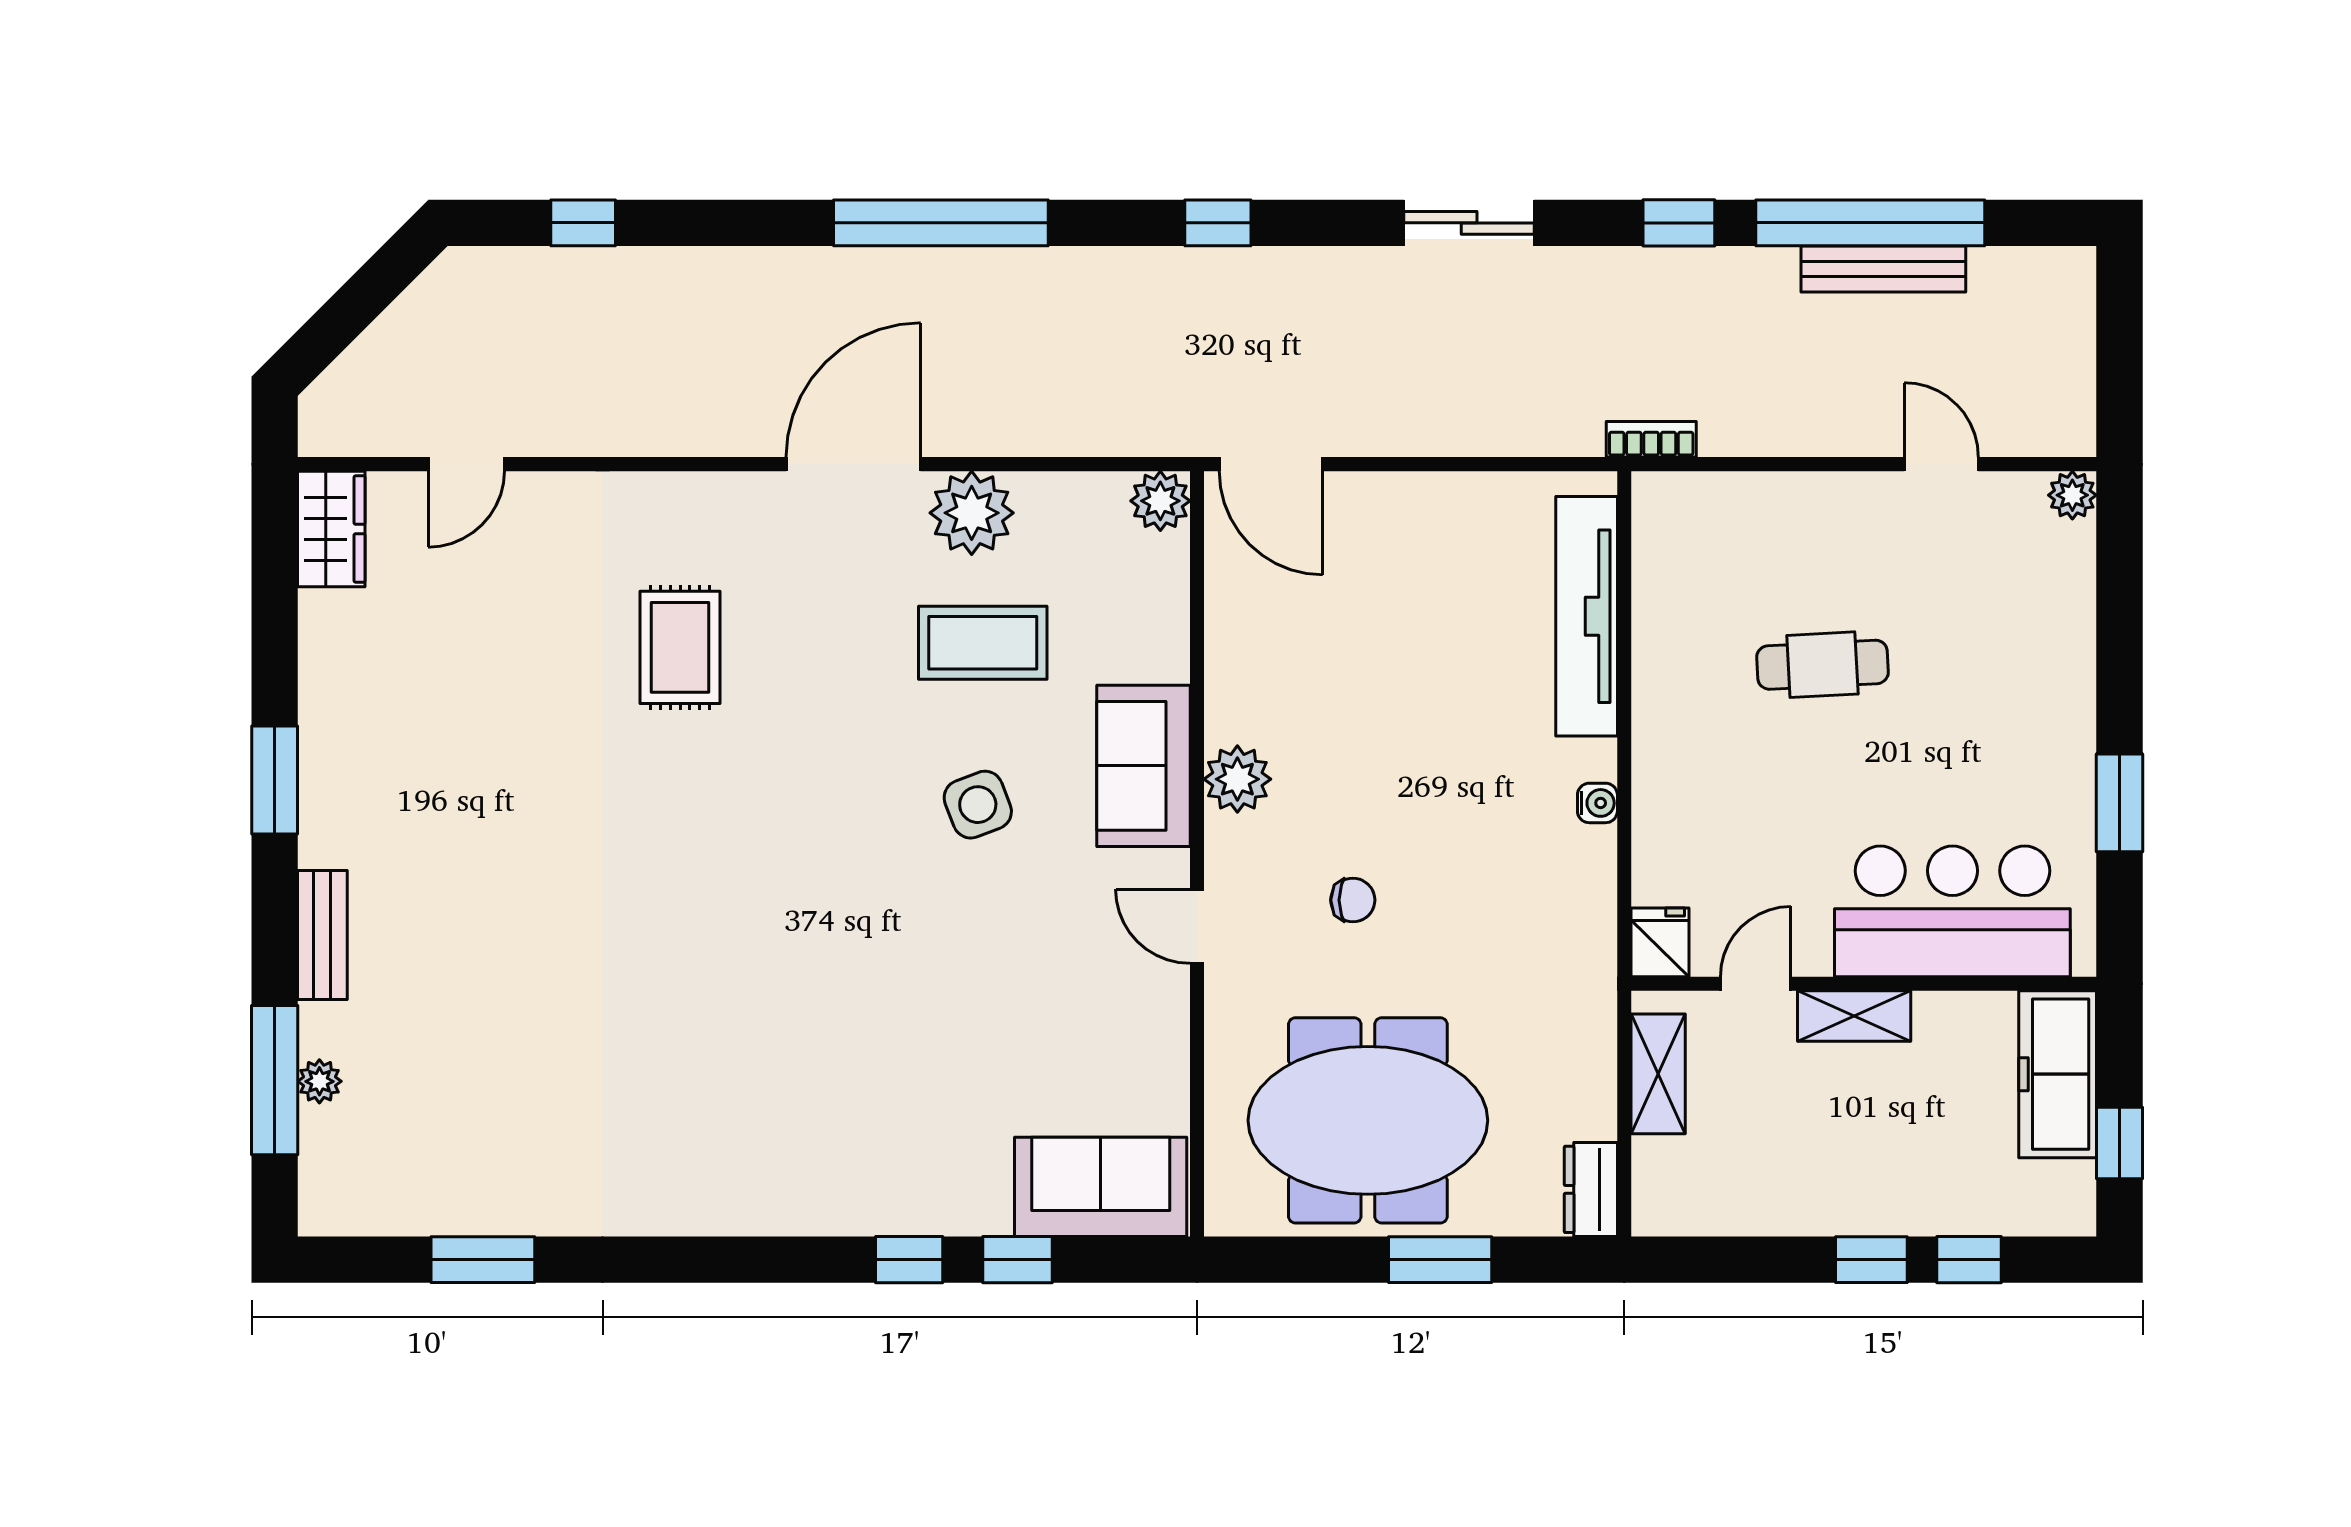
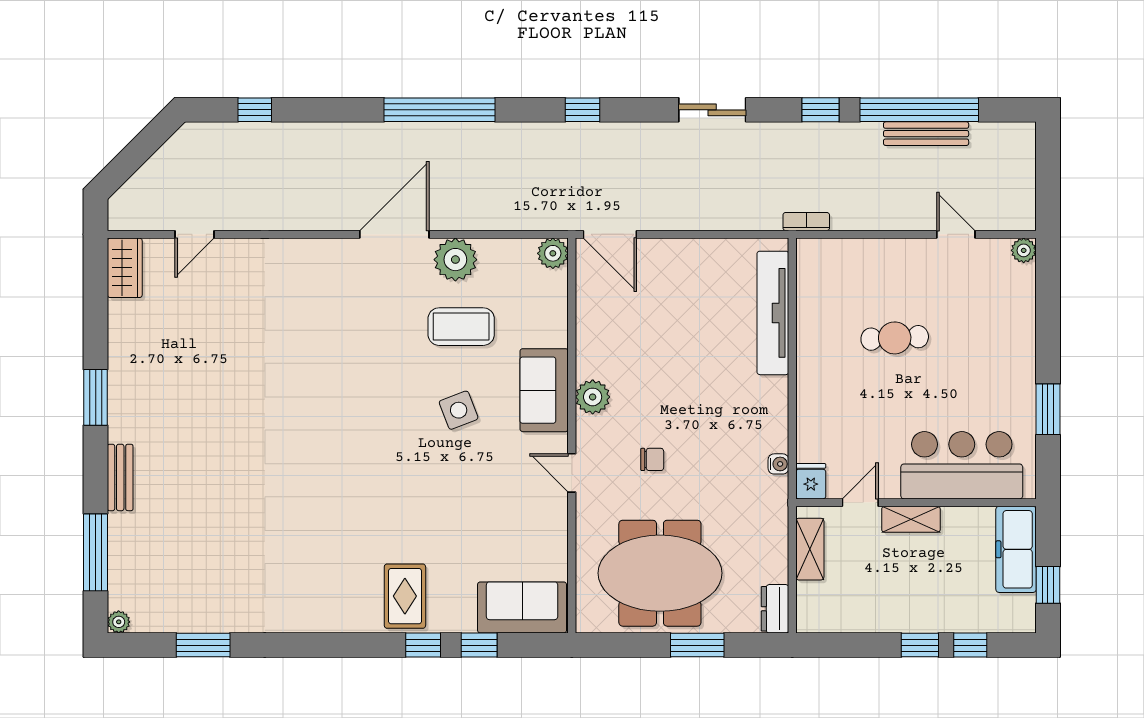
rug: (680, 647) -> (405, 596), moved
water cooler: (1597, 803) -> (778, 464), moved
plant: (319, 1081) -> (119, 622), moved

